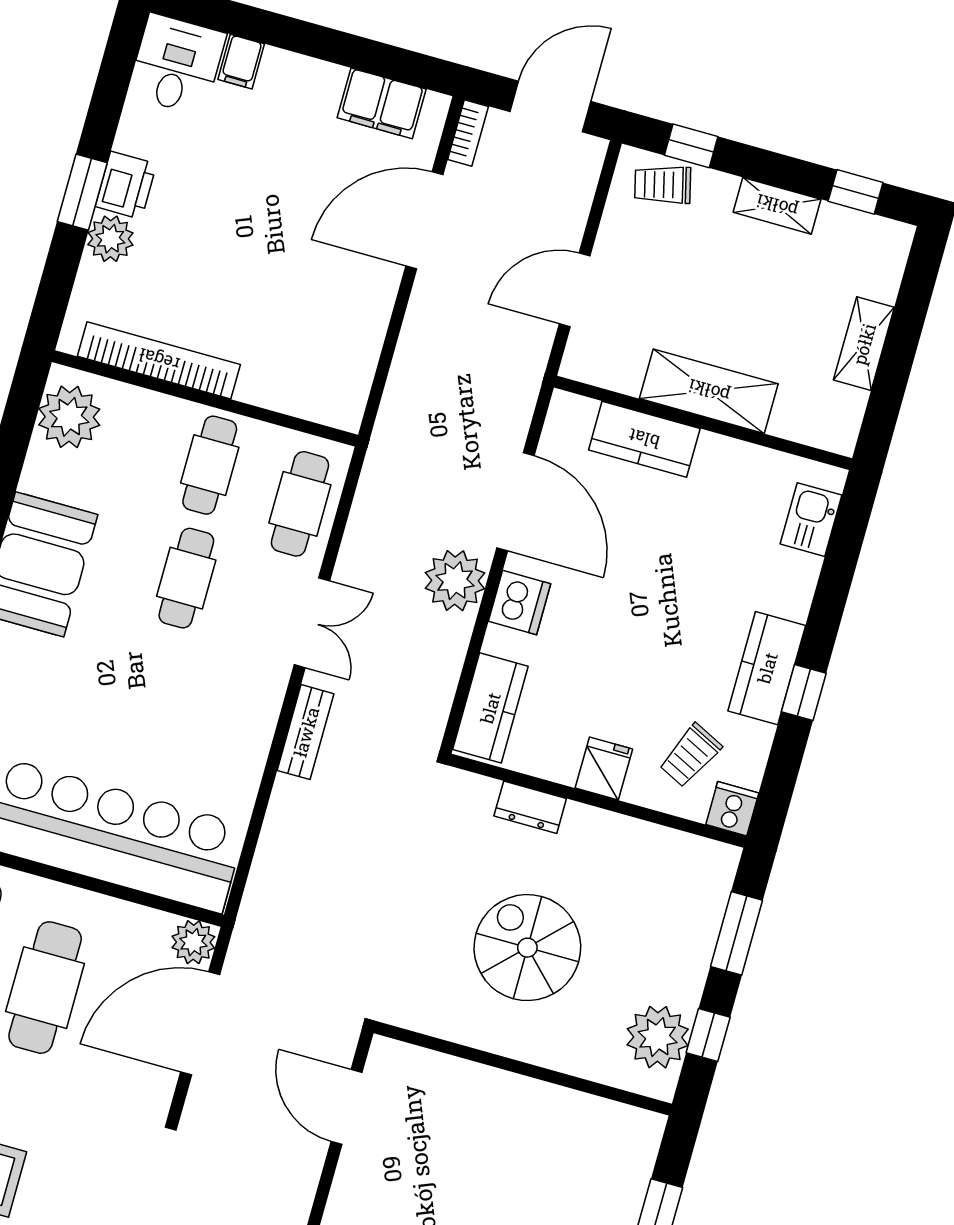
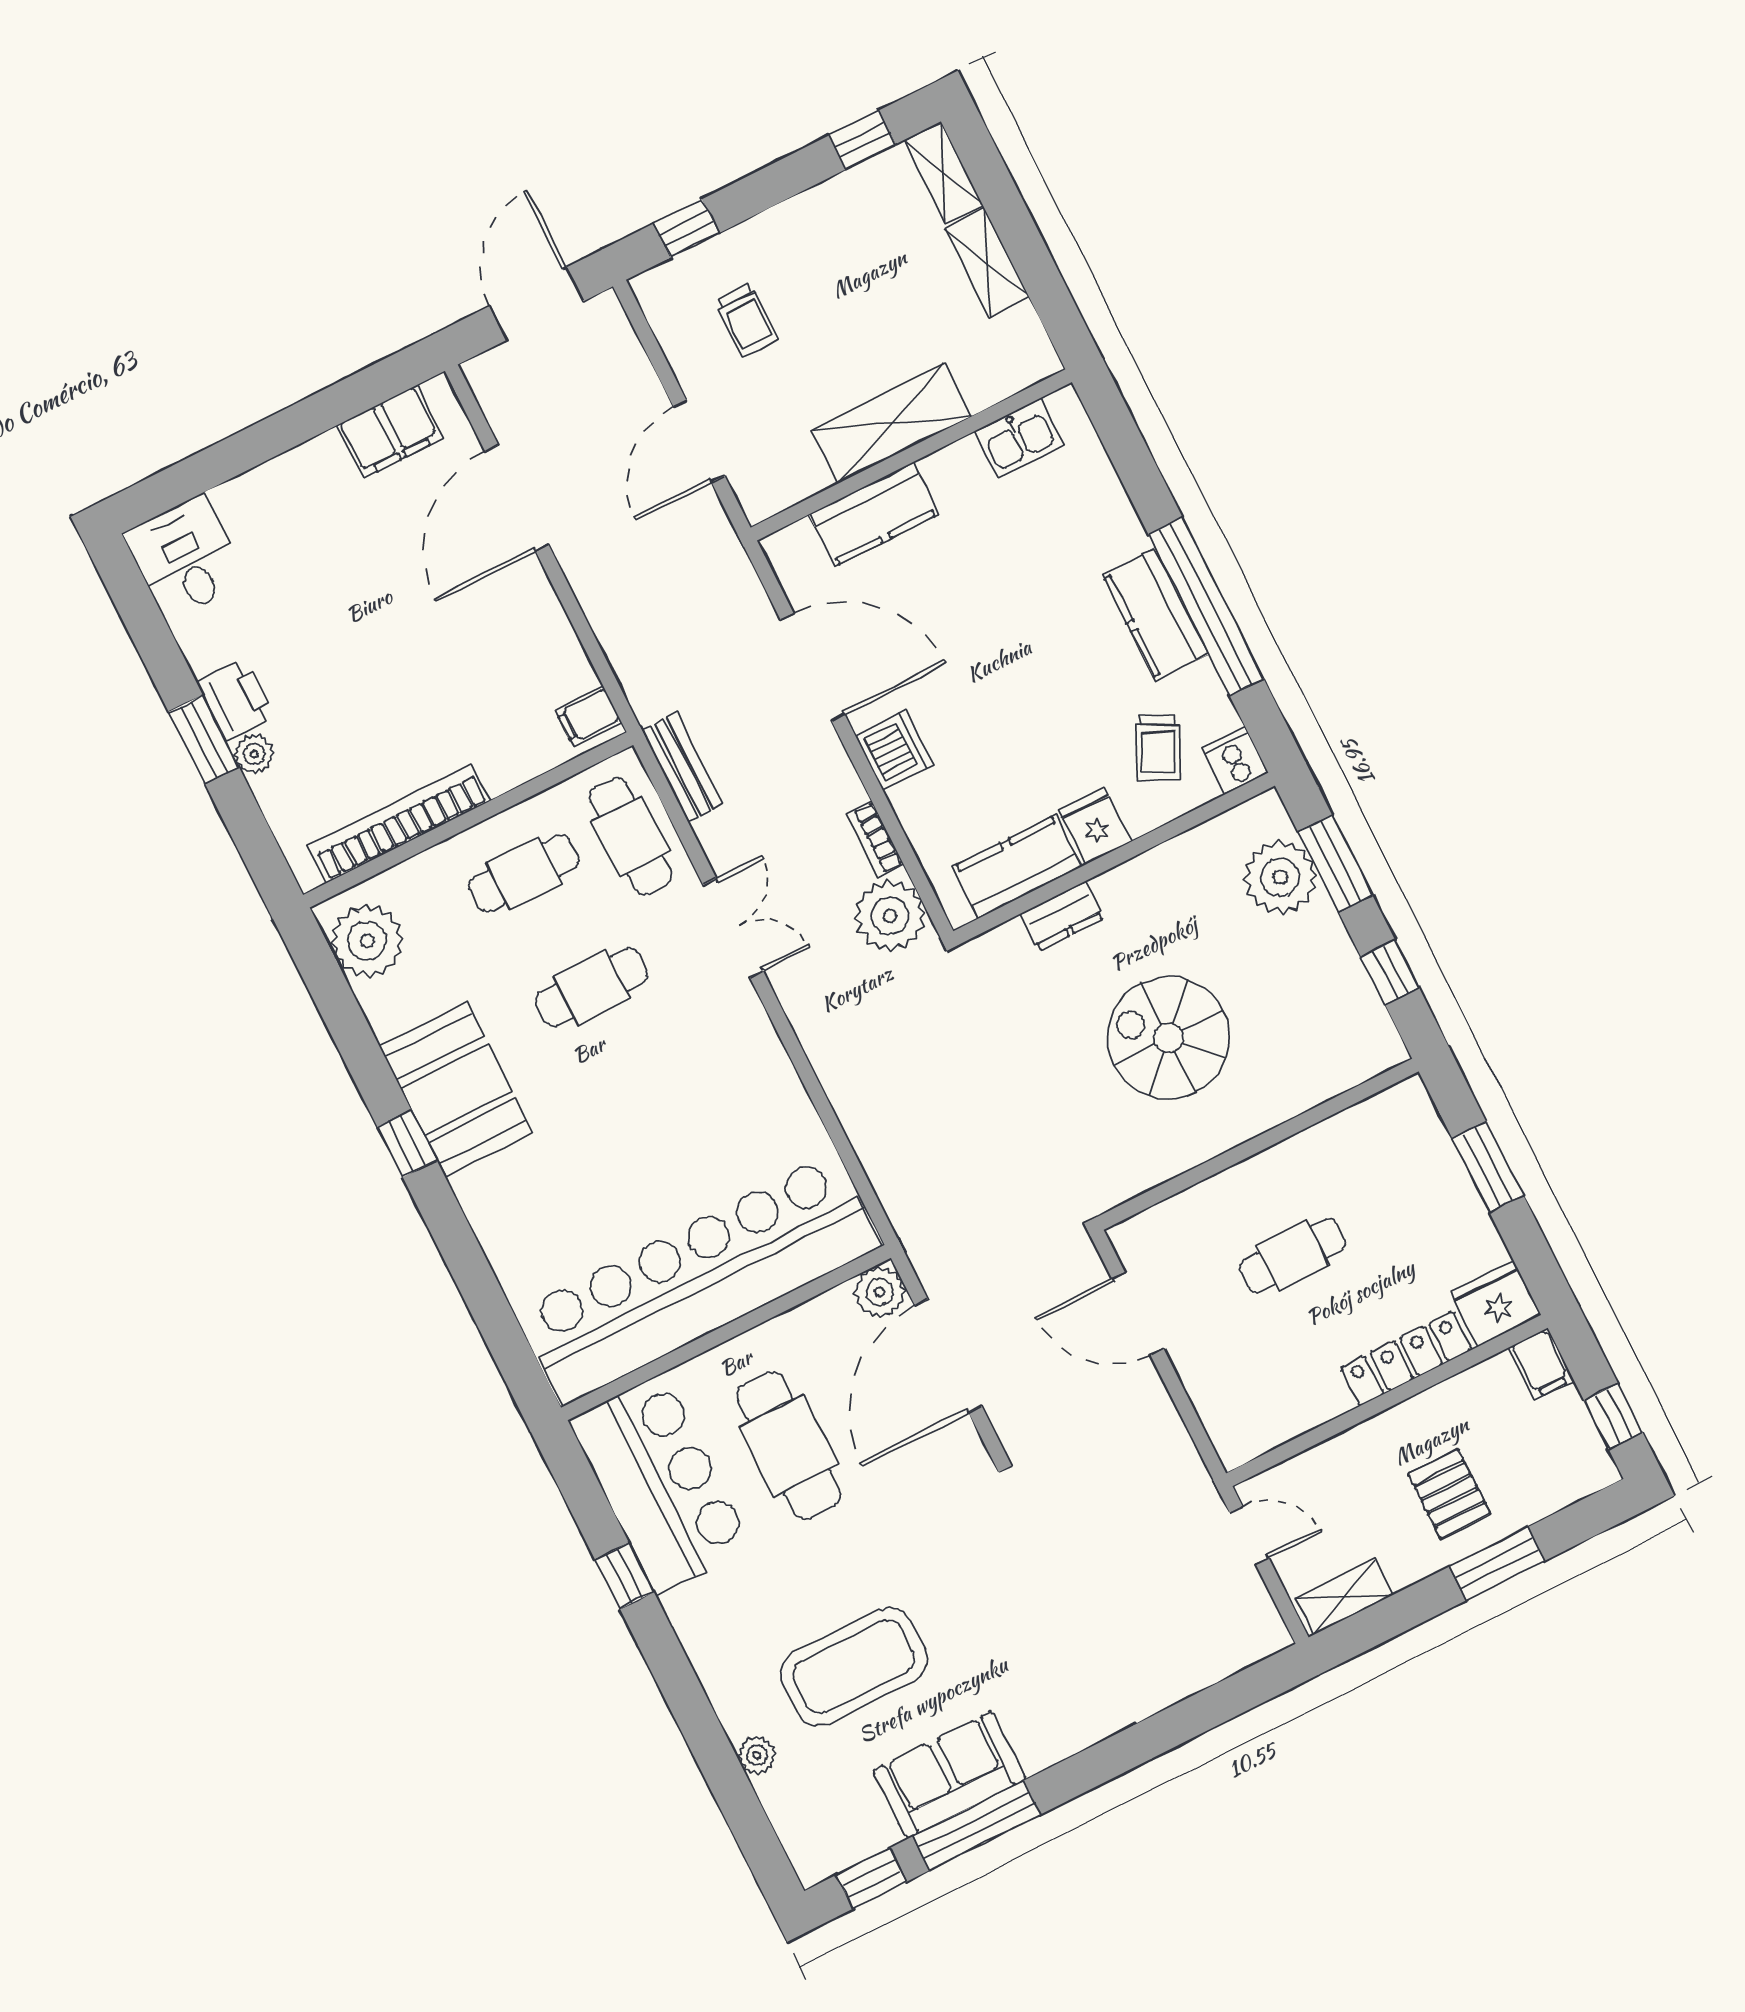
filing cabinet: (241, 62) -> (588, 716), moved, turned 90
bookcase: (468, 133) -> (875, 839), moved, turned 180
trolley: (663, 185) -> (747, 320), moved, turned -76
shelving: (777, 206) -> (943, 172), moved, turned 90
plant: (110, 239) -> (254, 754), width x0.73, depth x0.73
cafe table: (210, 465) -> (524, 873), turned 90
kitchen sink: (811, 520) -> (1019, 438), moved, turned -90
cafe table: (186, 578) -> (592, 987), turned 90
plant: (455, 581) -> (890, 916), moved
window: (804, 693) -> (1206, 606), width x3.17
kitchen counter: (490, 708) -> (1017, 867), moved, turned -90
bench: (306, 732) -> (682, 767), moved
plant: (658, 1037) -> (1280, 877), moved
cafe table: (480, 1160) -> (1293, 1256), added

